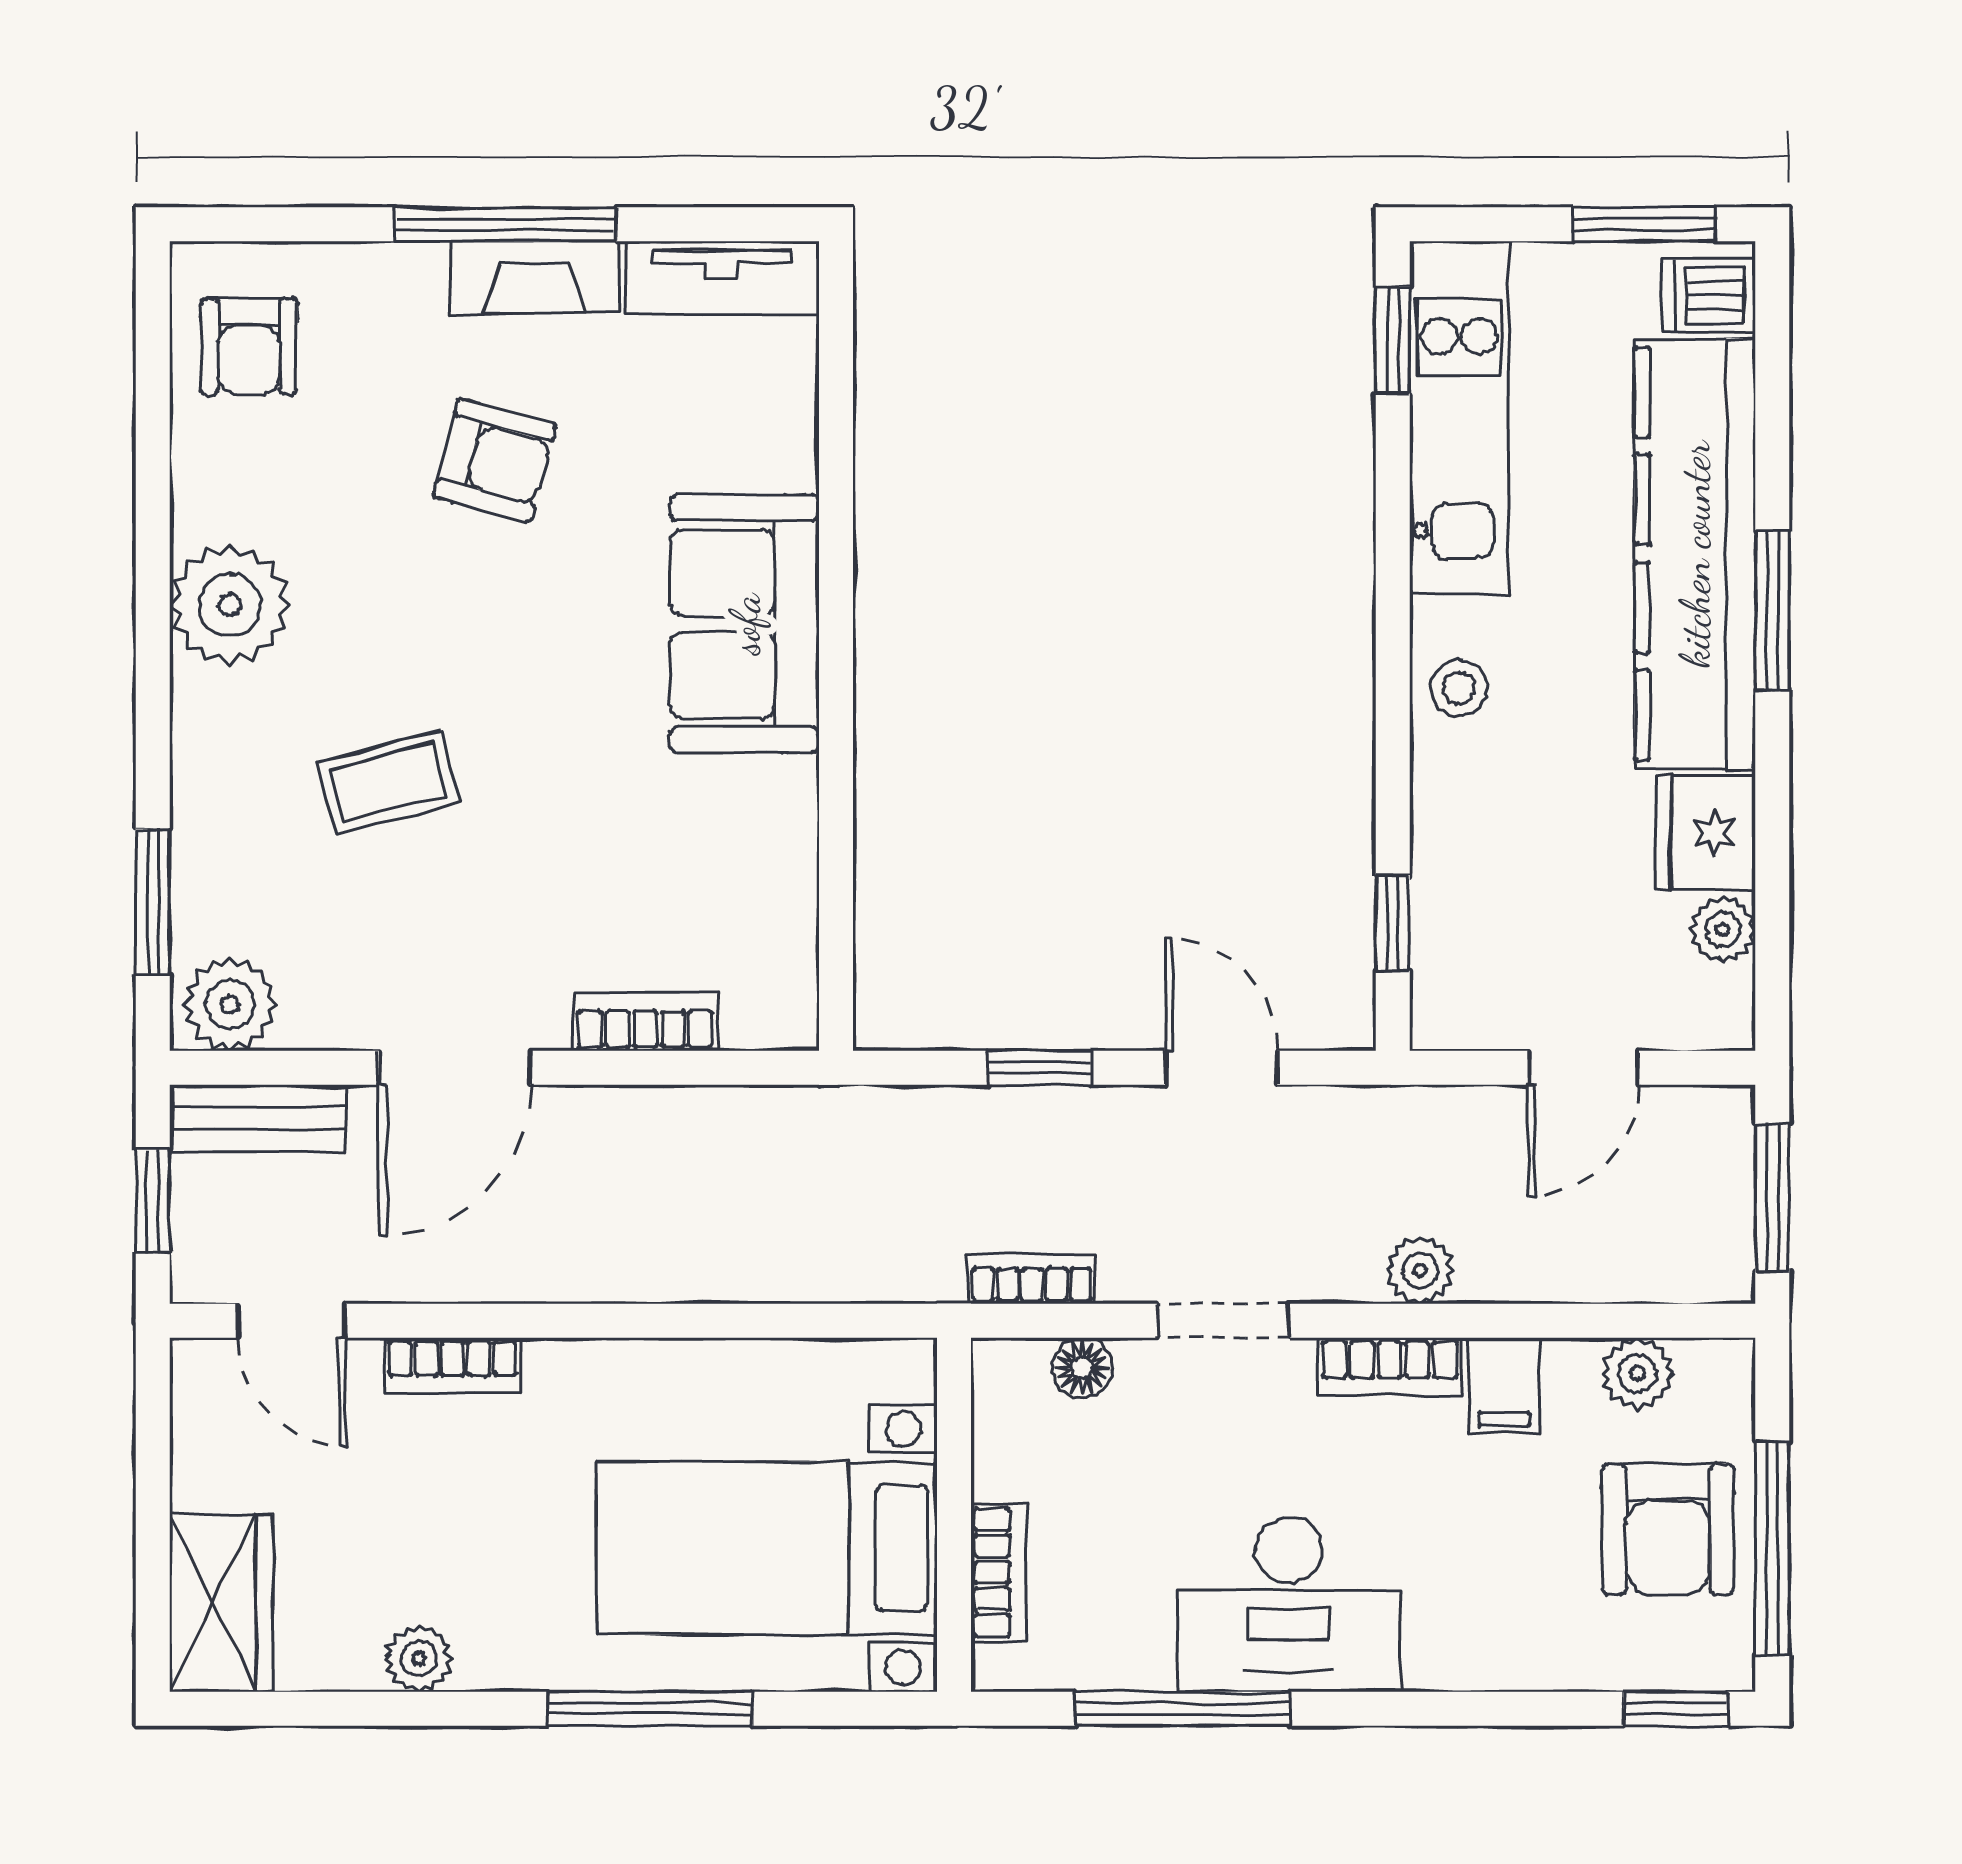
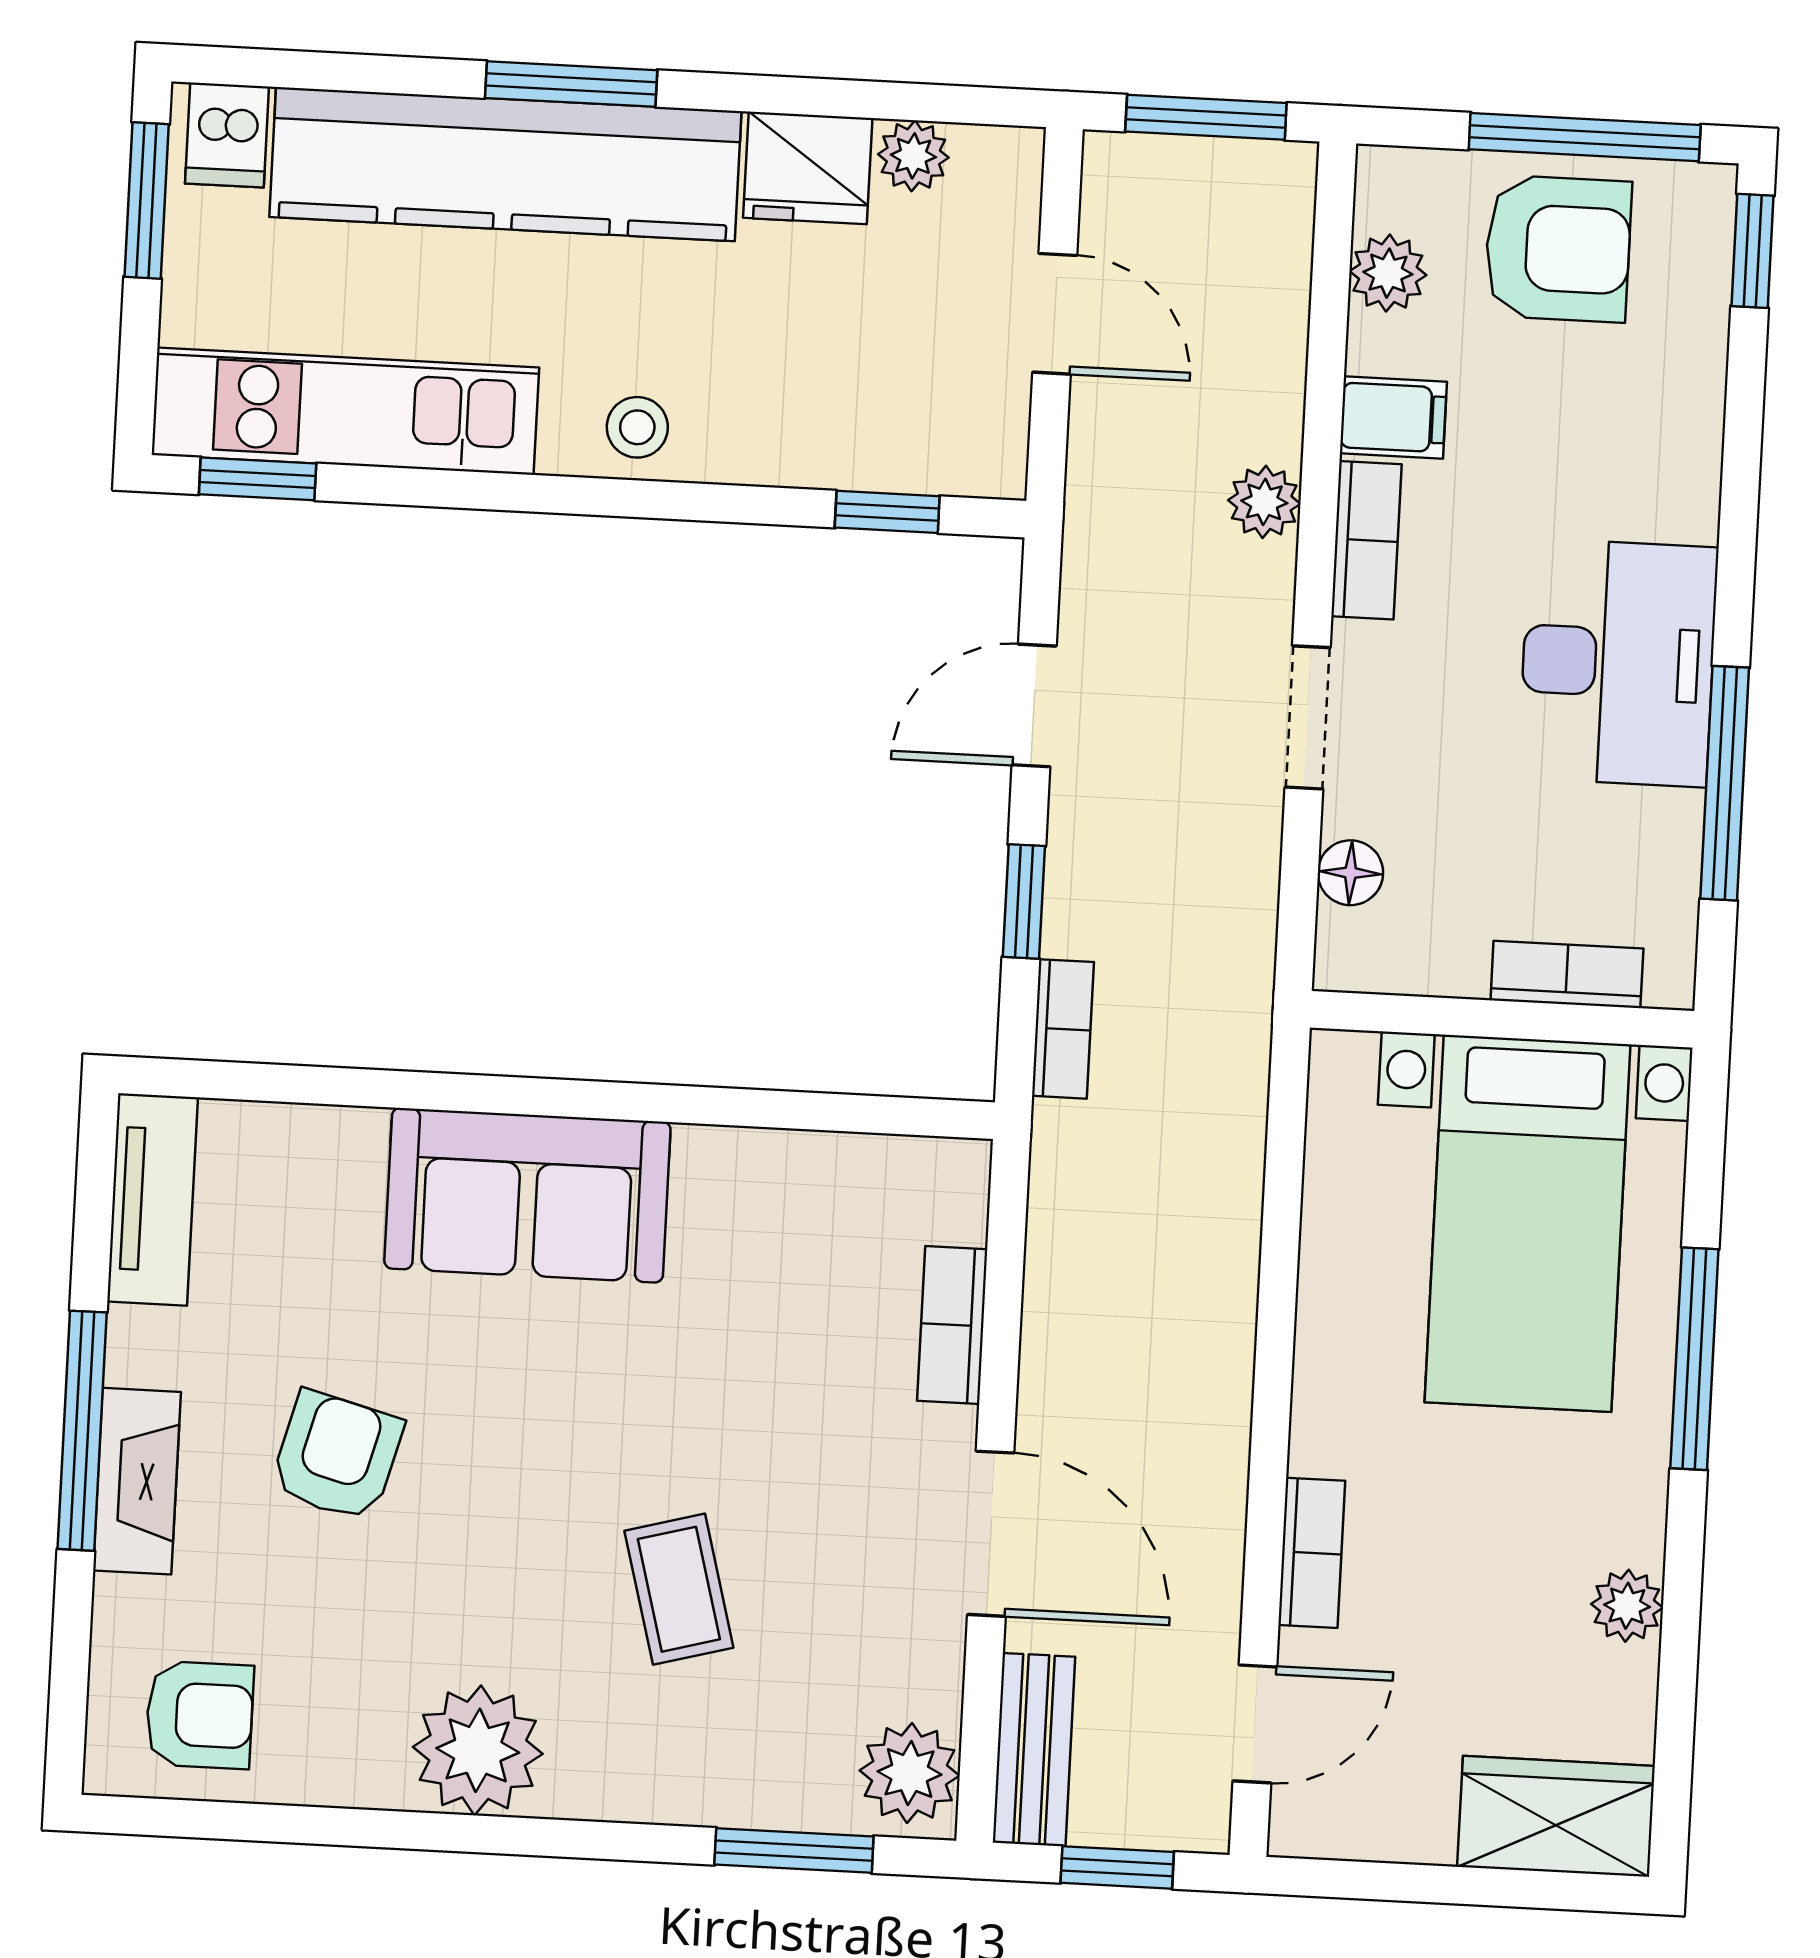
fireplace: (535, 277) -> (137, 1481), moved
bookcase: (1032, 1279) -> (1063, 1029), moved, turned 180

